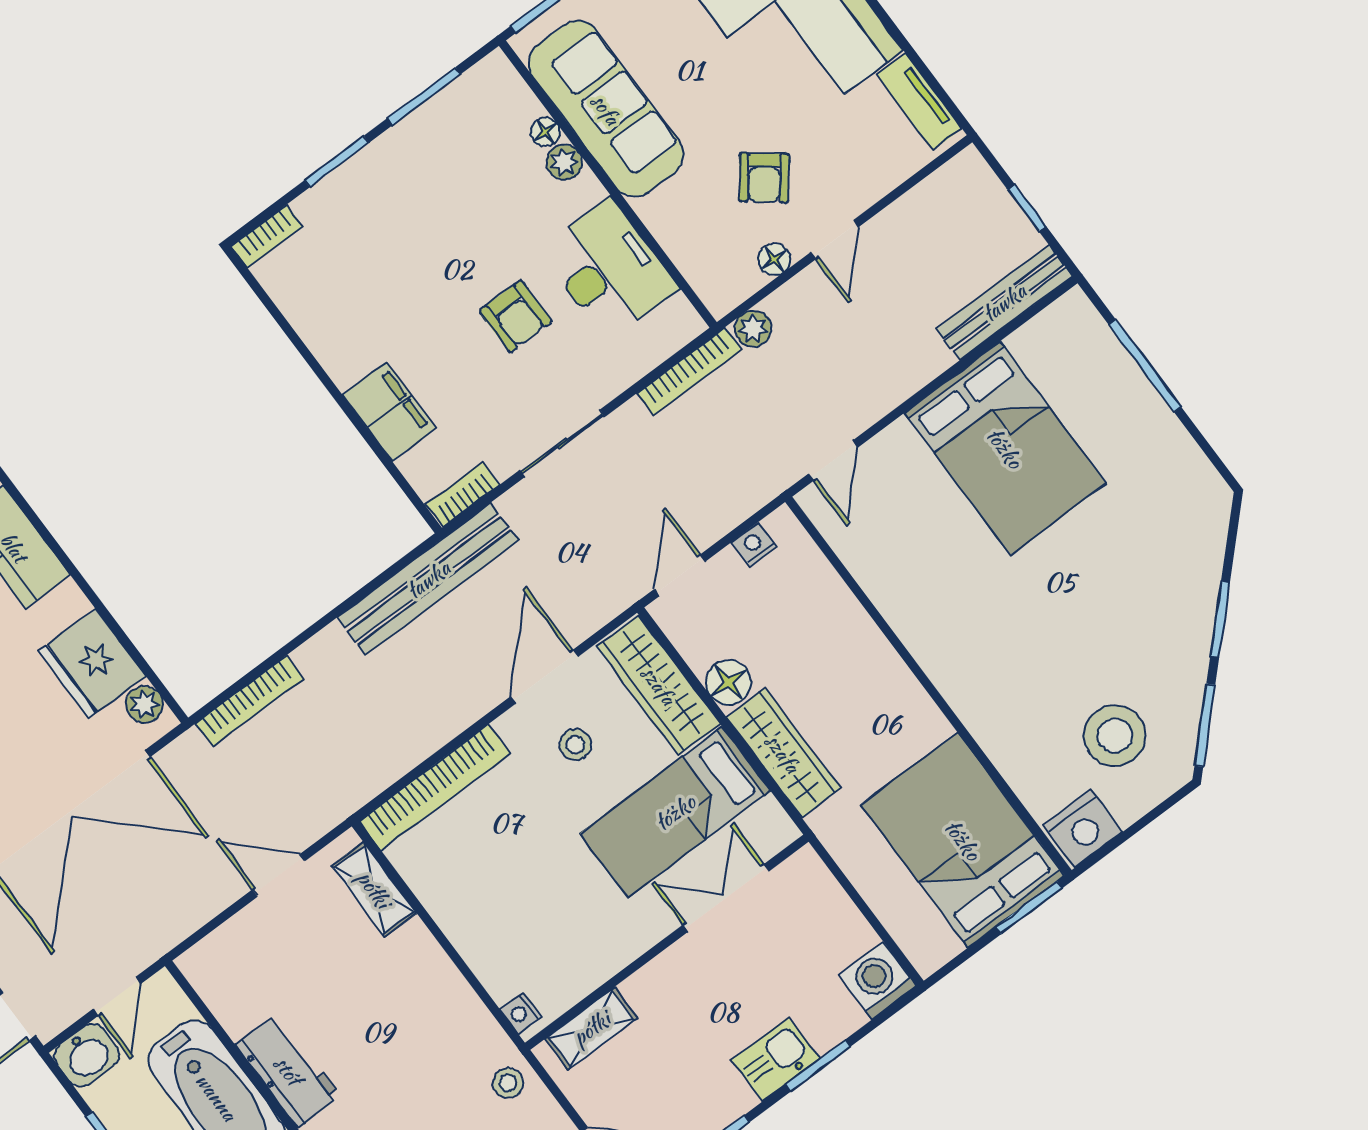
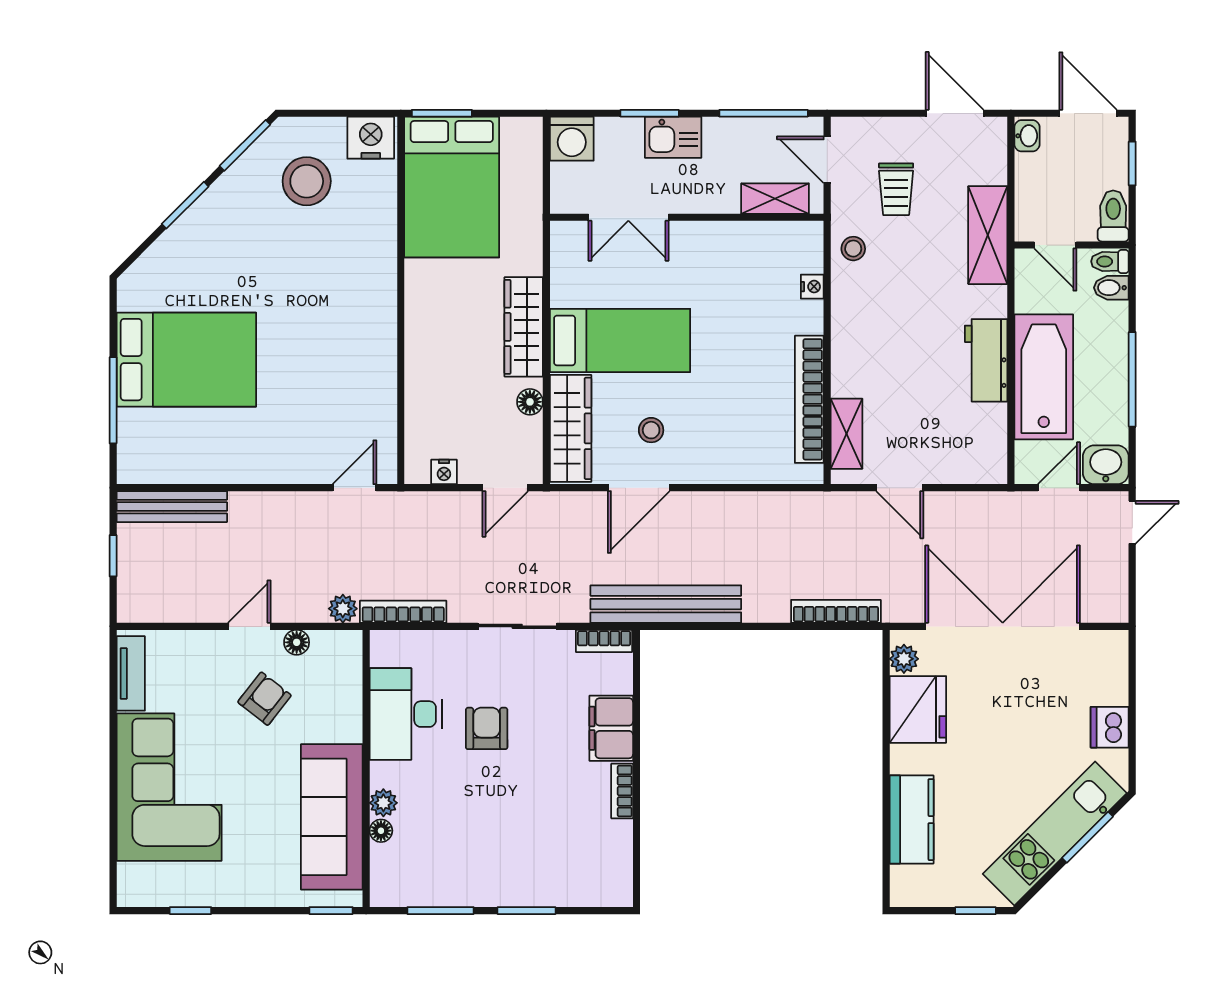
bookcase: (267, 236) -> (622, 791), moved, turned -90
bed: (1005, 448) -> (186, 360), moved, turned 90
floor lamp: (729, 682) -> (530, 402), width x0.73, depth x0.73
bookcase: (434, 787) -> (809, 399), moved, turned -90
double door: (726, 898) -> (628, 217), moved
wall: (667, 942) -> (687, 217), moved
shelving: (591, 1028) -> (775, 199), moved

